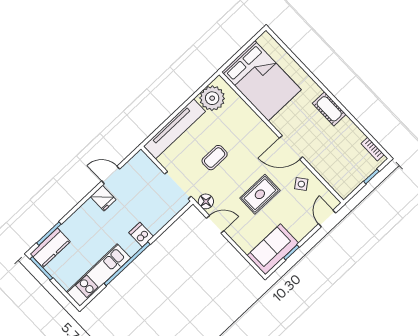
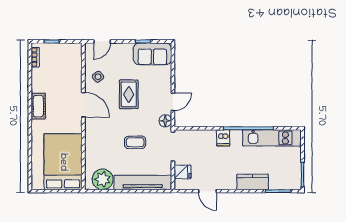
rug: (260, 194) -> (129, 94), turned 90
fridge: (103, 198) -> (183, 172), moved, turned 90
door: (215, 224) -> (173, 102), swing flipped
kitchen counter: (50, 248) -> (253, 182), moved

